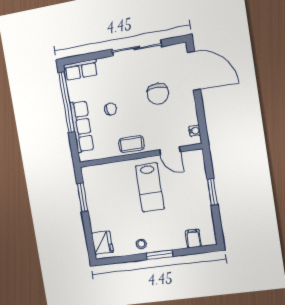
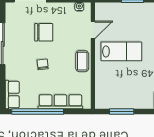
chair: (111, 109) -> (43, 64), moved

